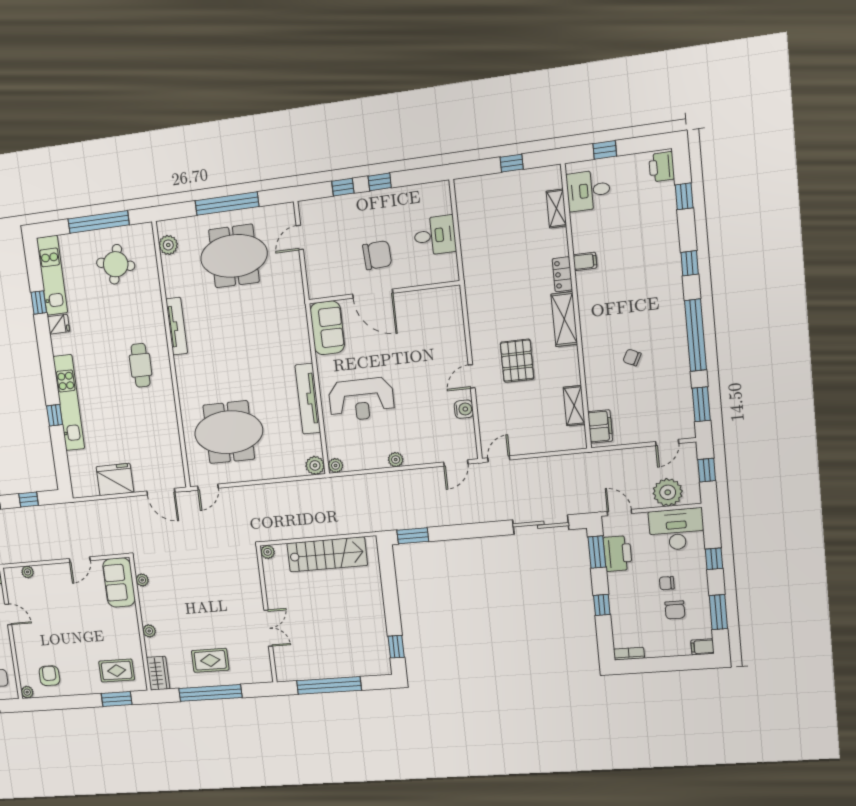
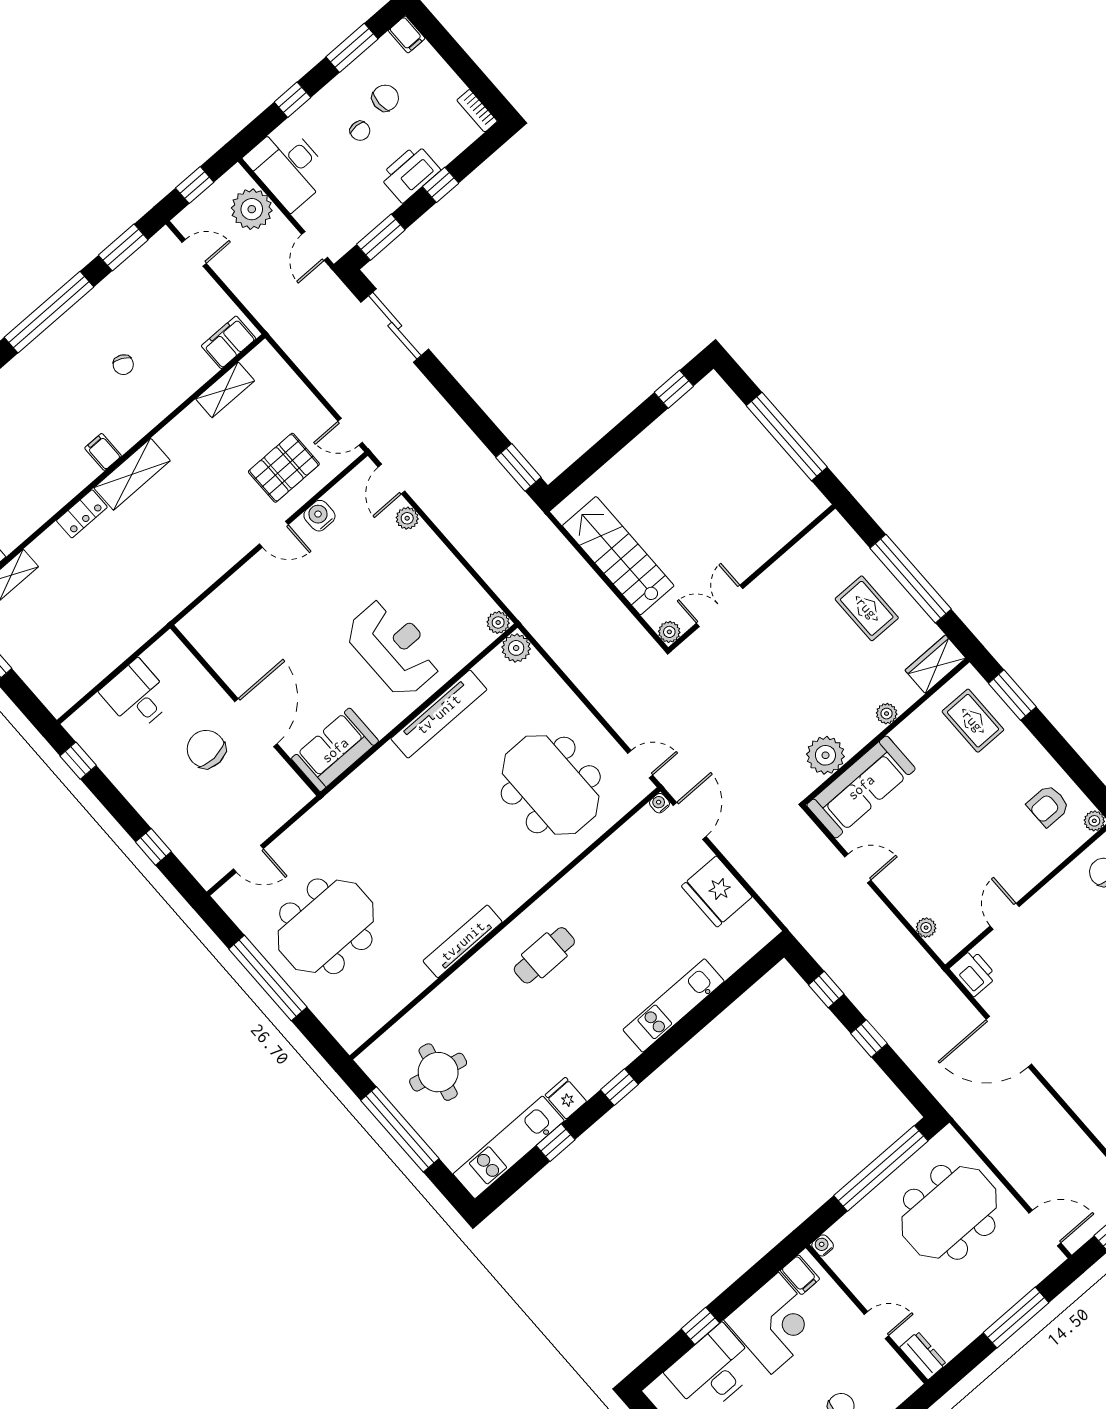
window: (380, 182) -> (78, 761), moved
plant: (168, 245) -> (368, 1019), removed
meeting table: (234, 256) -> (326, 926), turned 90
filing cabinet: (585, 261) -> (103, 452), moved
pallet: (517, 361) -> (284, 468), moved
kitchen unit: (69, 403) -> (674, 1005), width x0.73
window: (55, 415) -> (619, 1087), moved
plant: (396, 460) -> (407, 518), moved
door: (456, 463) -> (391, 479), swing flipped
water cooler: (181, 483) -> (660, 803), added
printer: (618, 553) -> (410, 173), moved
plant: (142, 580) -> (825, 755), width x1.88, depth x1.88
sofa: (119, 582) -> (861, 787), width x1.36
double door: (268, 628) -> (720, 606), moved

